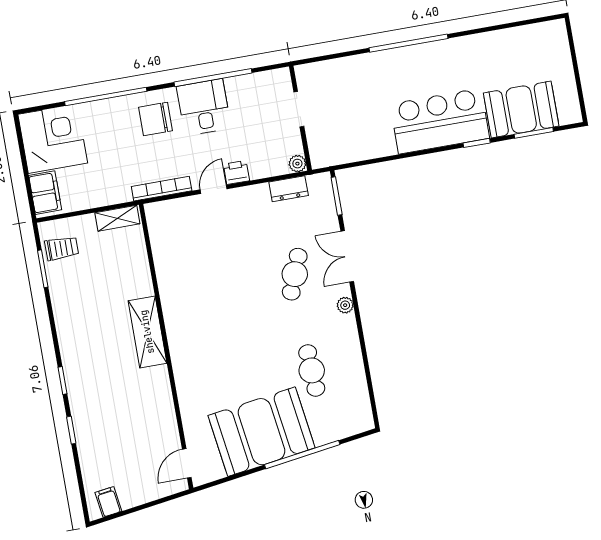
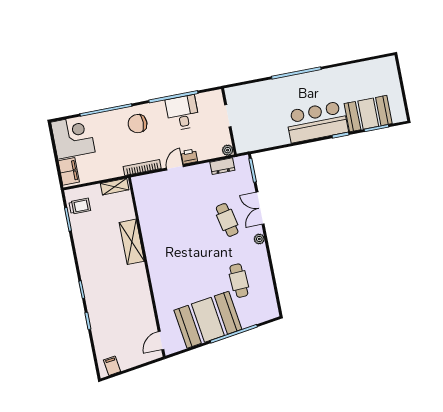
desk: (204, 107) -> (183, 113), moved
cafe table: (295, 274) -> (227, 220), turned -33
shelving: (147, 332) -> (132, 242), moved

